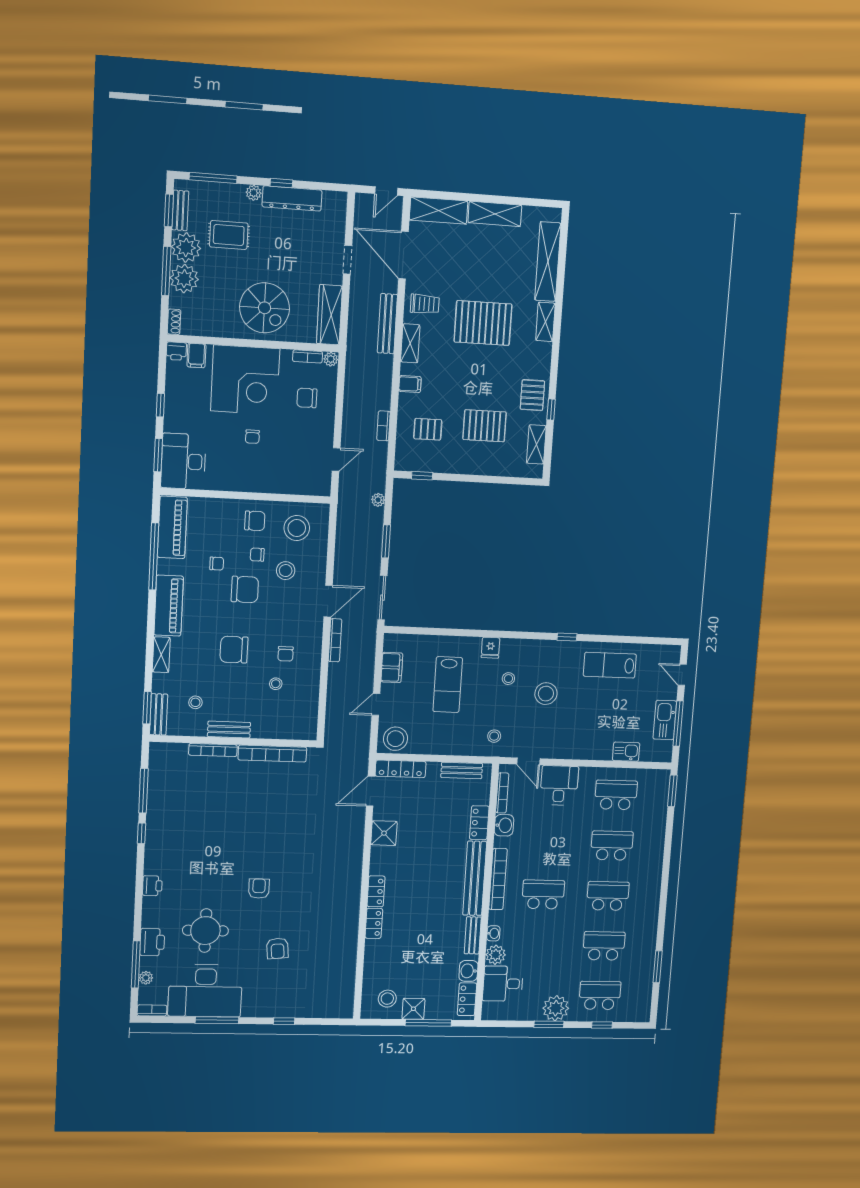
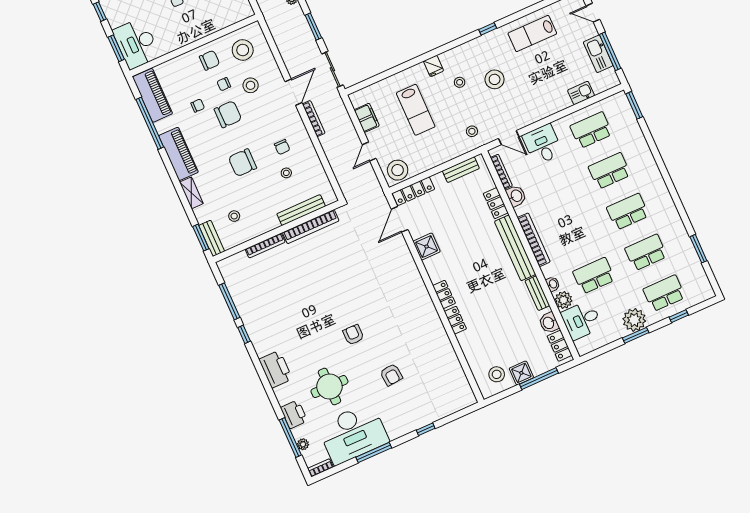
bench: (229, 730) -> (301, 210), moved, width x1.36
printer: (152, 886) -> (276, 369), width x1.87, depth x1.48
school desk: (543, 894) -> (594, 276), moved

